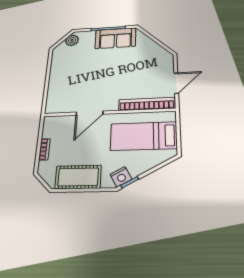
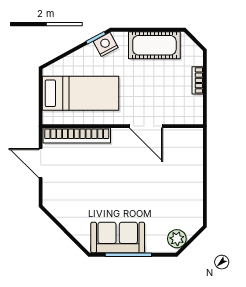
door: (176, 83) -> (41, 163), hinge flipped
door: (89, 113) -> (146, 126), swing flipped

